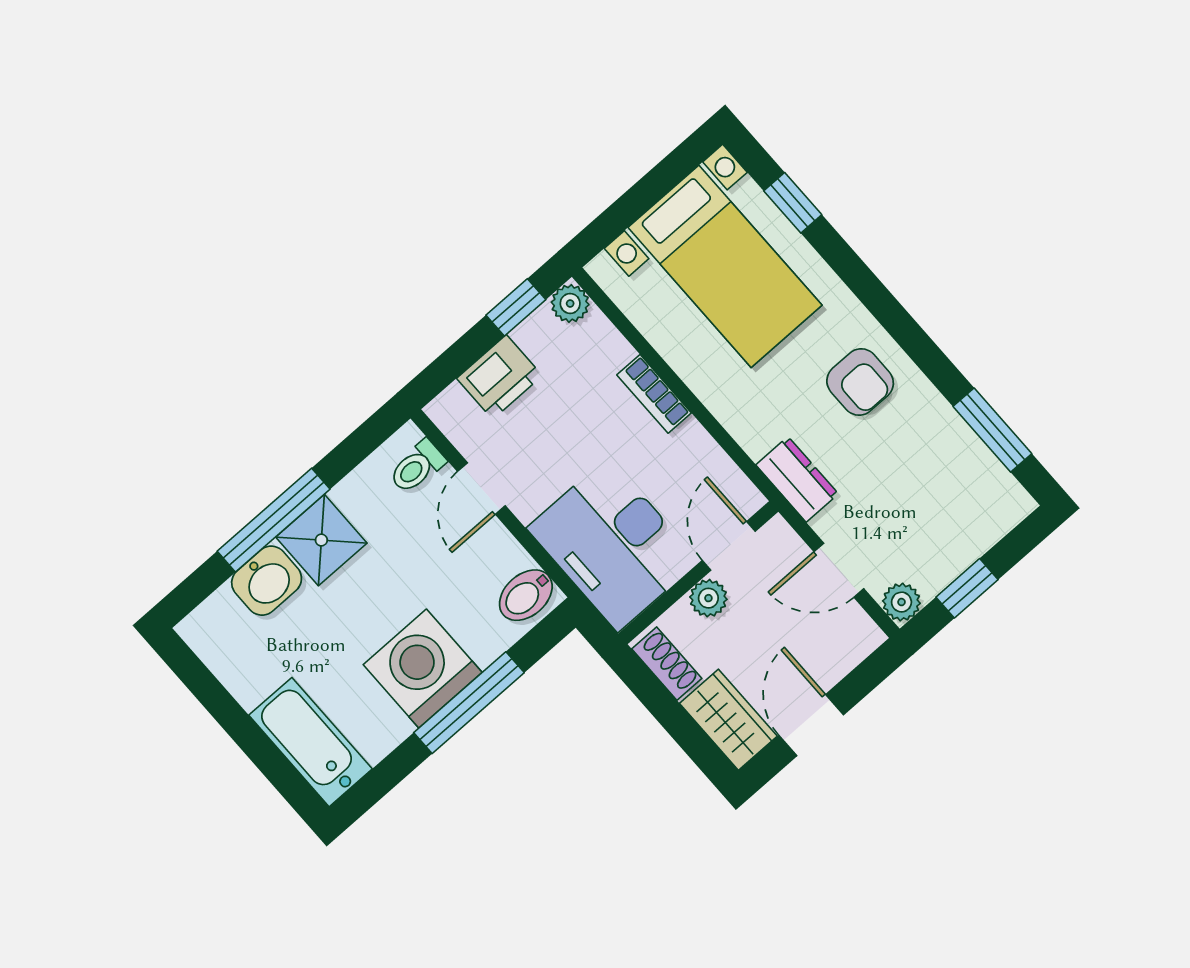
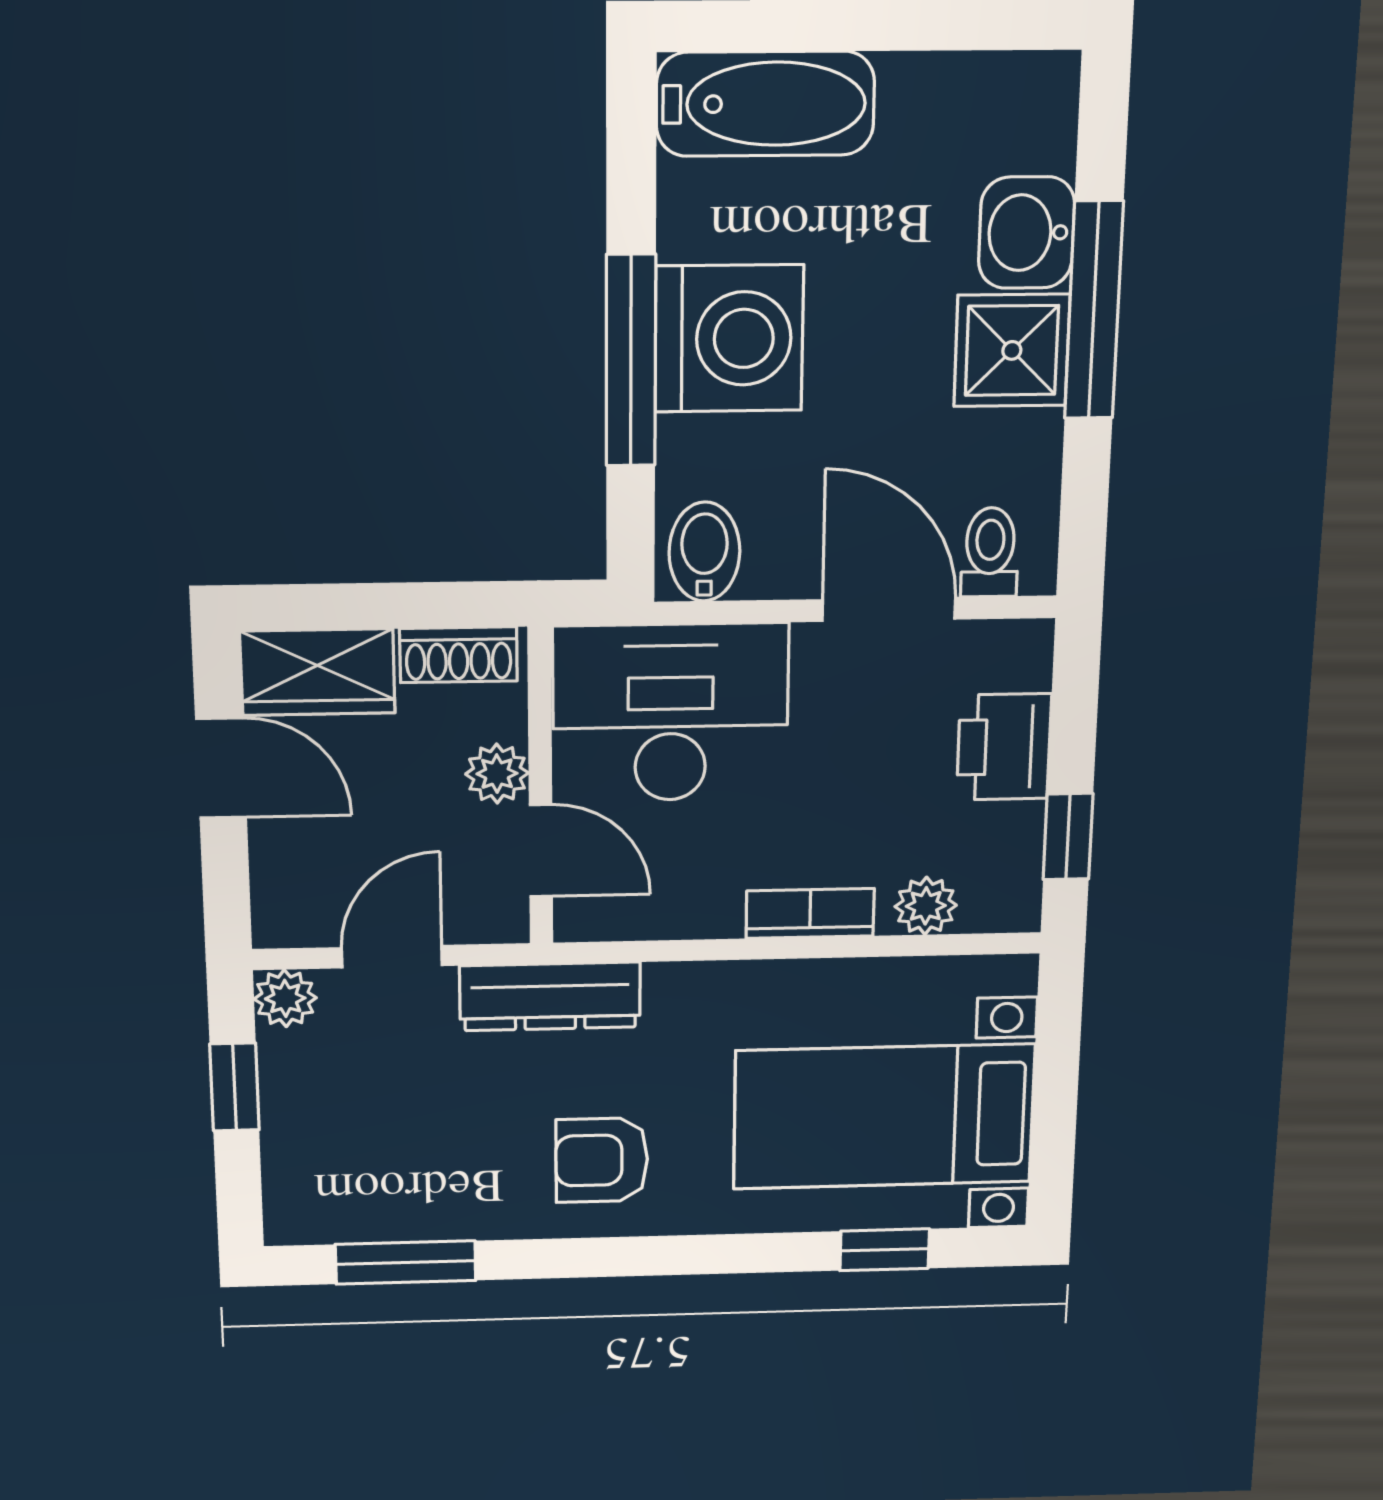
plant: (570, 303) -> (926, 906), moved
dresser: (797, 479) -> (550, 996), width x1.44
door: (481, 489) -> (889, 609), width x1.38

